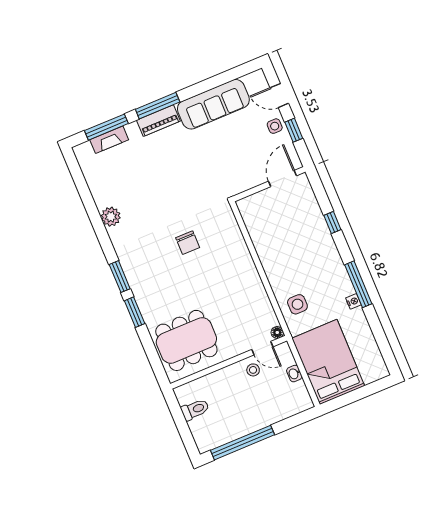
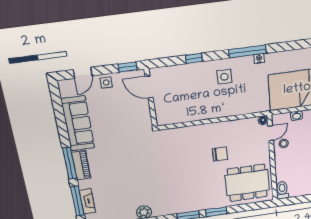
window: (294, 130) -> (127, 67), moved
chair: (188, 243) -> (220, 154), moved
side table: (297, 304) -> (224, 77), moved
dining table: (186, 340) -> (247, 183), turned 90
toilet: (195, 410) -> (282, 190), moved

